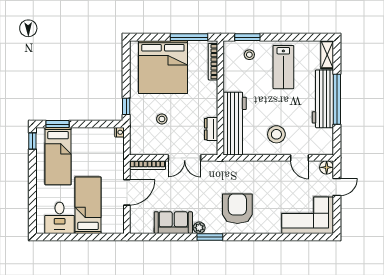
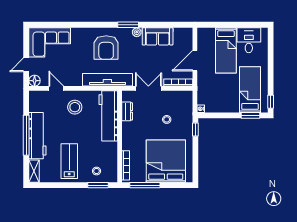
tv unit: (236, 168) -> (107, 80), added

